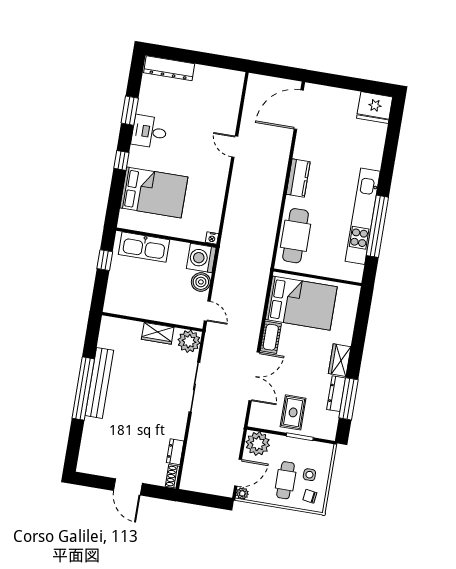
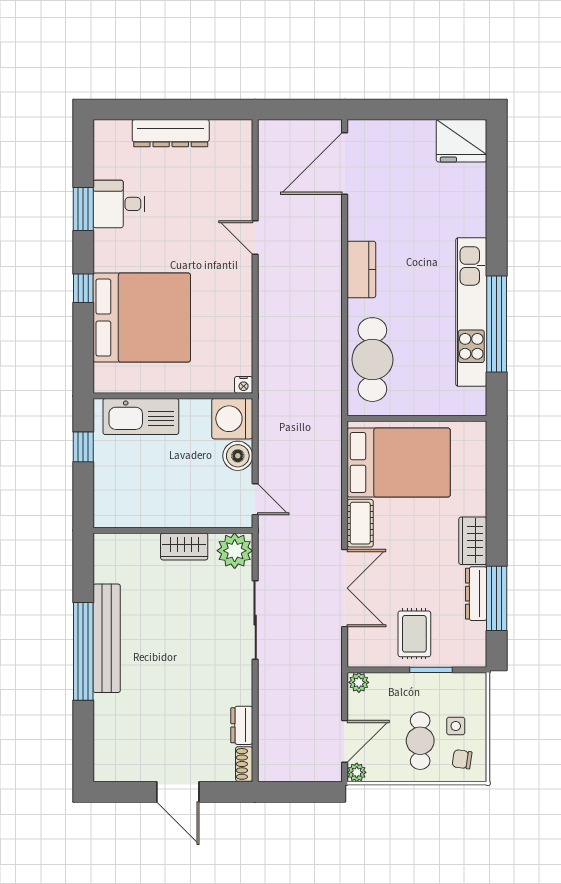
dresser: (169, 68) -> (171, 133), moved
desk: (149, 132) -> (119, 204), moved
bed: (154, 192) -> (142, 318), width x1.36
plant: (258, 444) -> (359, 682), width x0.53, depth x0.53

